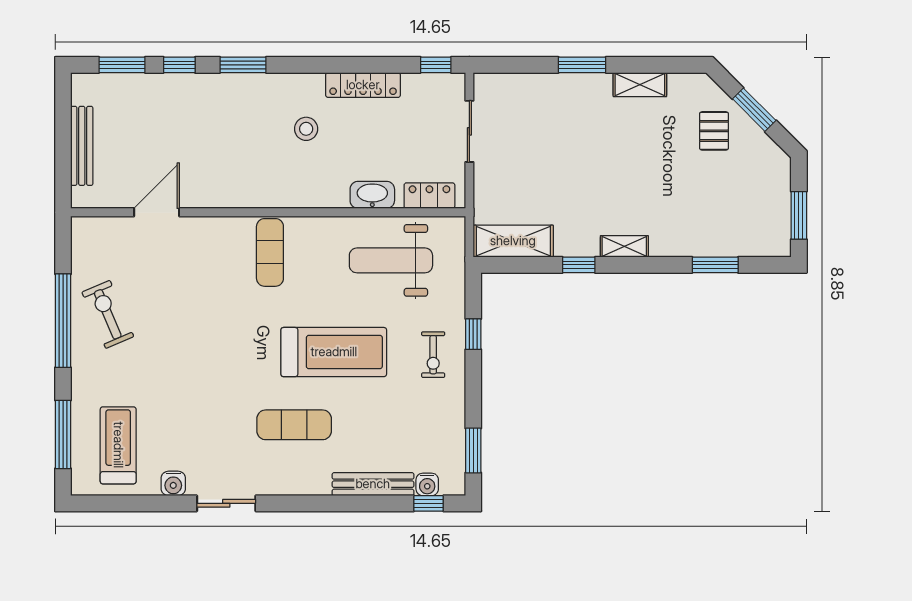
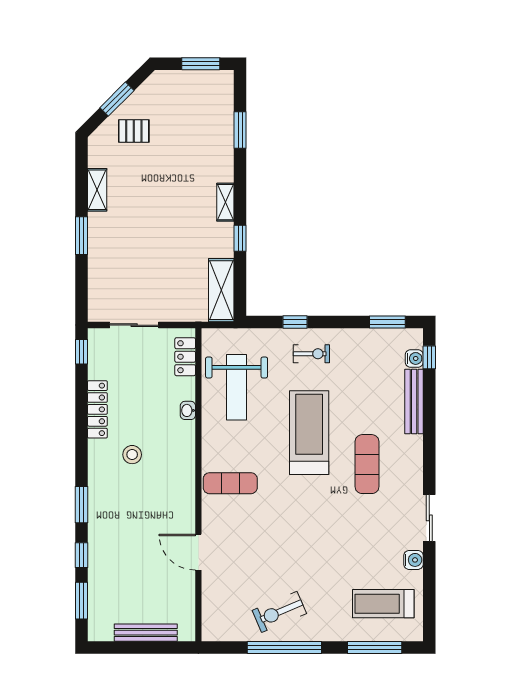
washbasin: (372, 195) -> (188, 410), width x0.52, depth x0.69
door: (157, 212) -> (198, 552), moved

